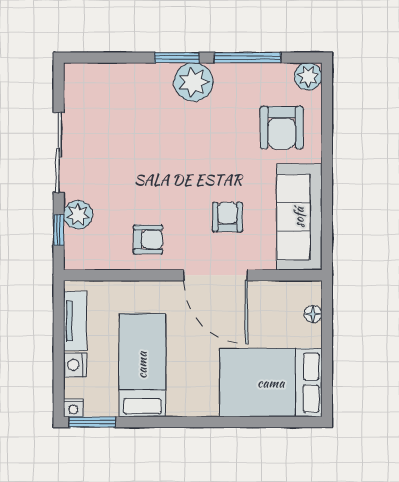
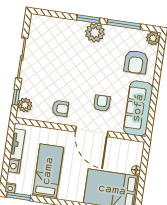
plant: (78, 215) -> (25, 105), moved
floor lamp: (313, 314) -> (136, 170), moved

